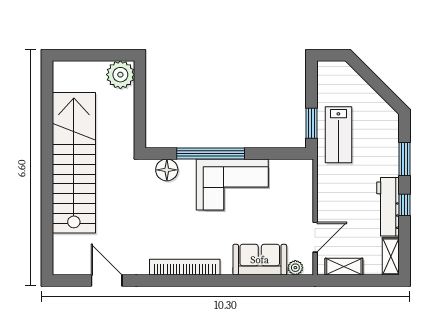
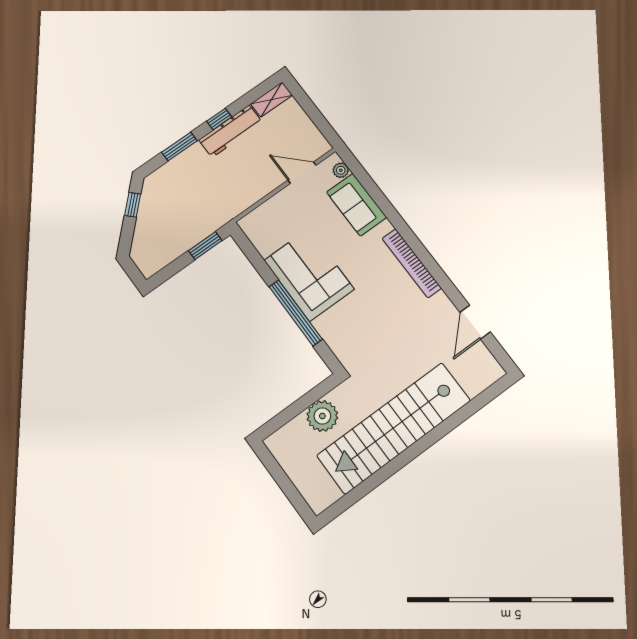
plant: (120, 75) -> (322, 416), moved
window: (384, 91) -> (133, 205), added
lab bench: (338, 135) -> (199, 216), removed
floor lamp: (167, 170) -> (339, 341), removed
shelving: (344, 267) -> (309, 131), removed

